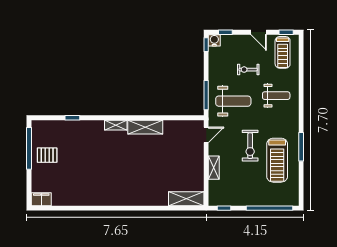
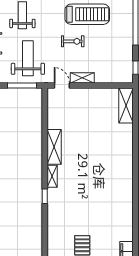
window: (72, 118) -> (45, 196), moved
exercise bike: (250, 146) -> (73, 41), width x0.73, depth x0.72
shelving: (214, 168) -> (82, 78), moved

